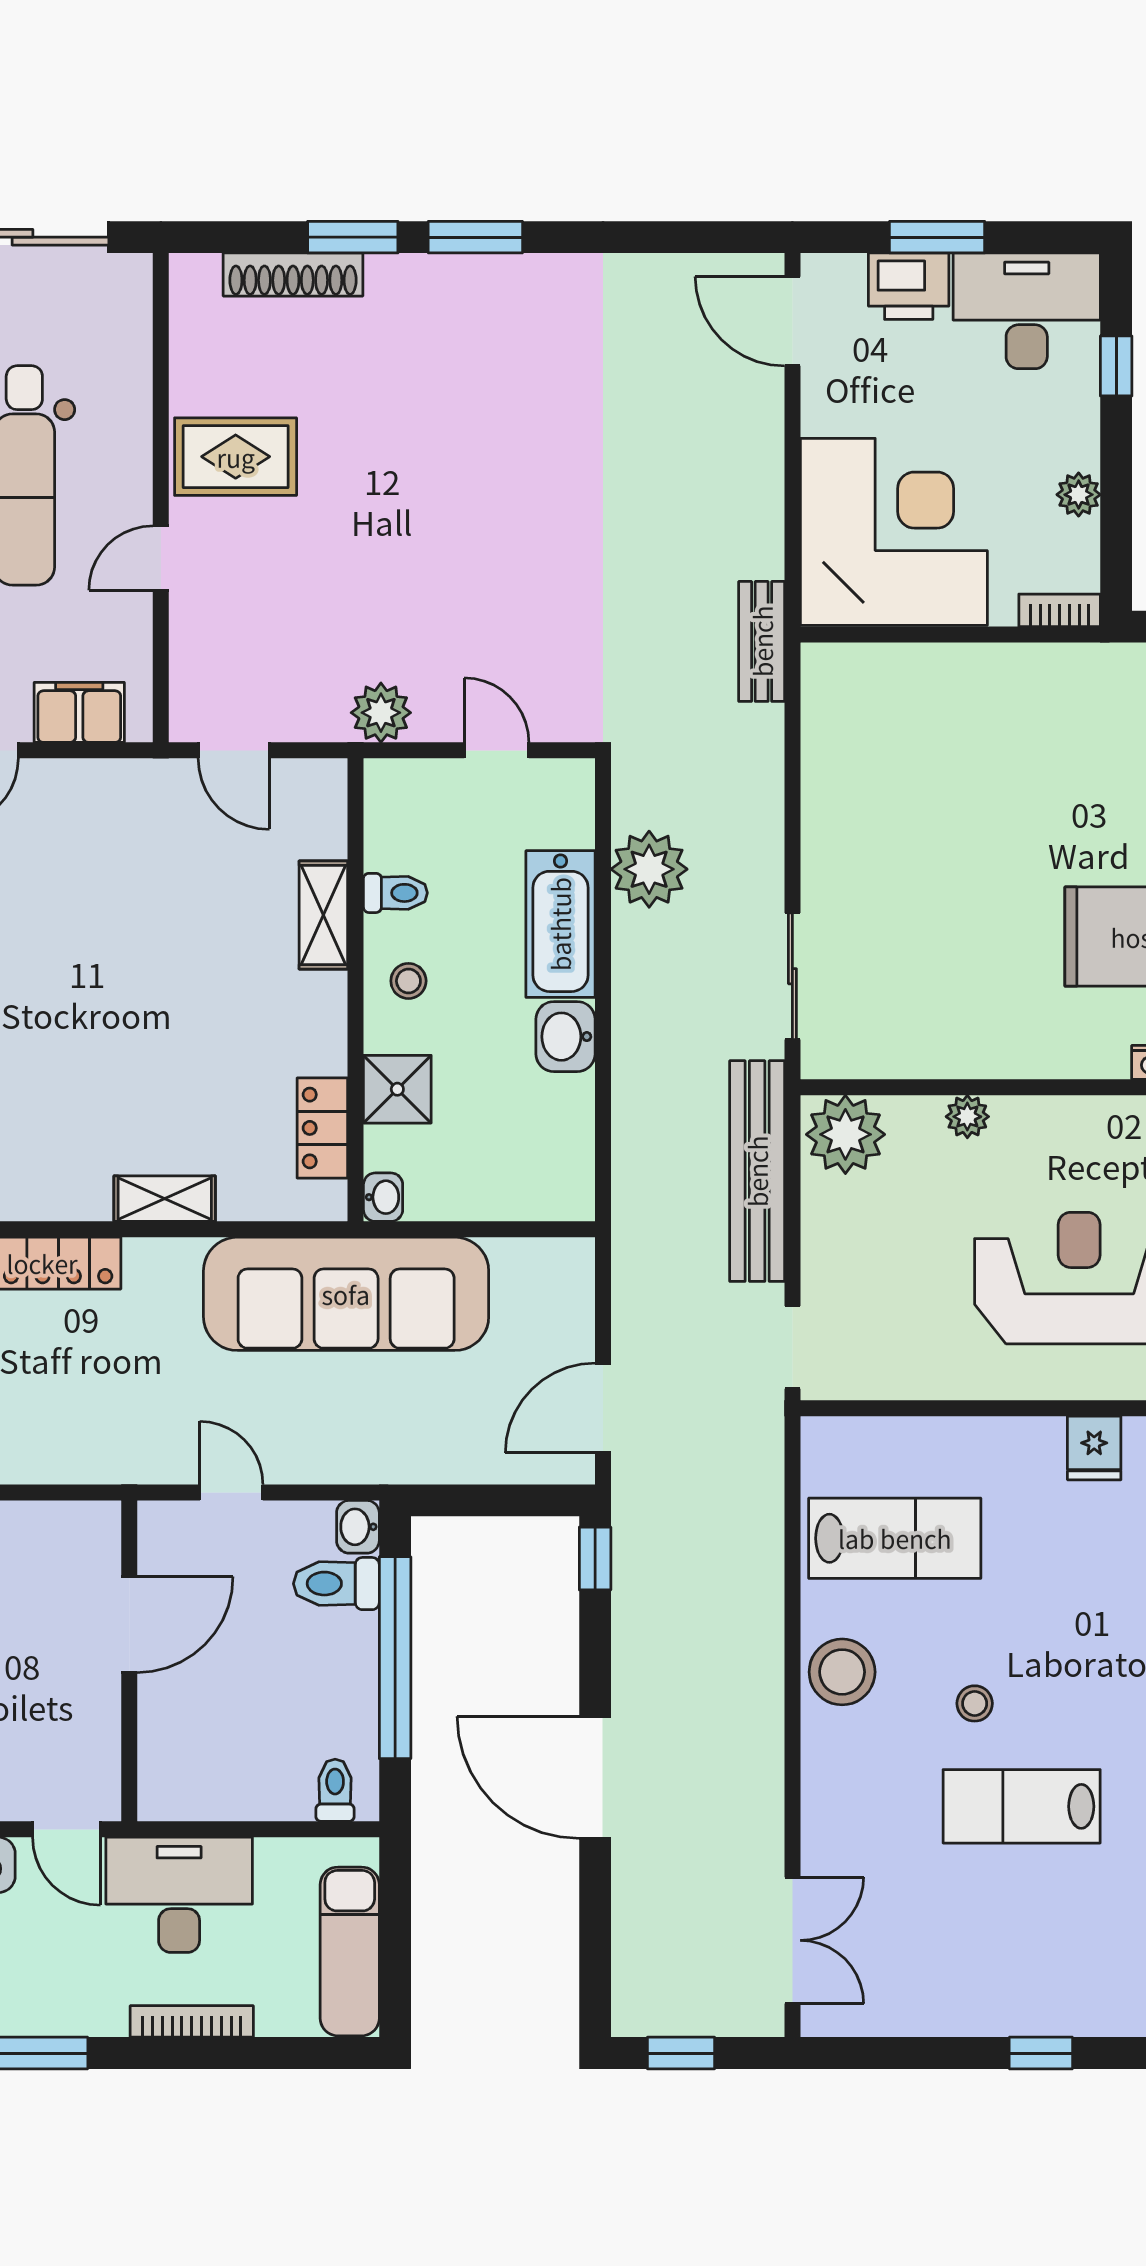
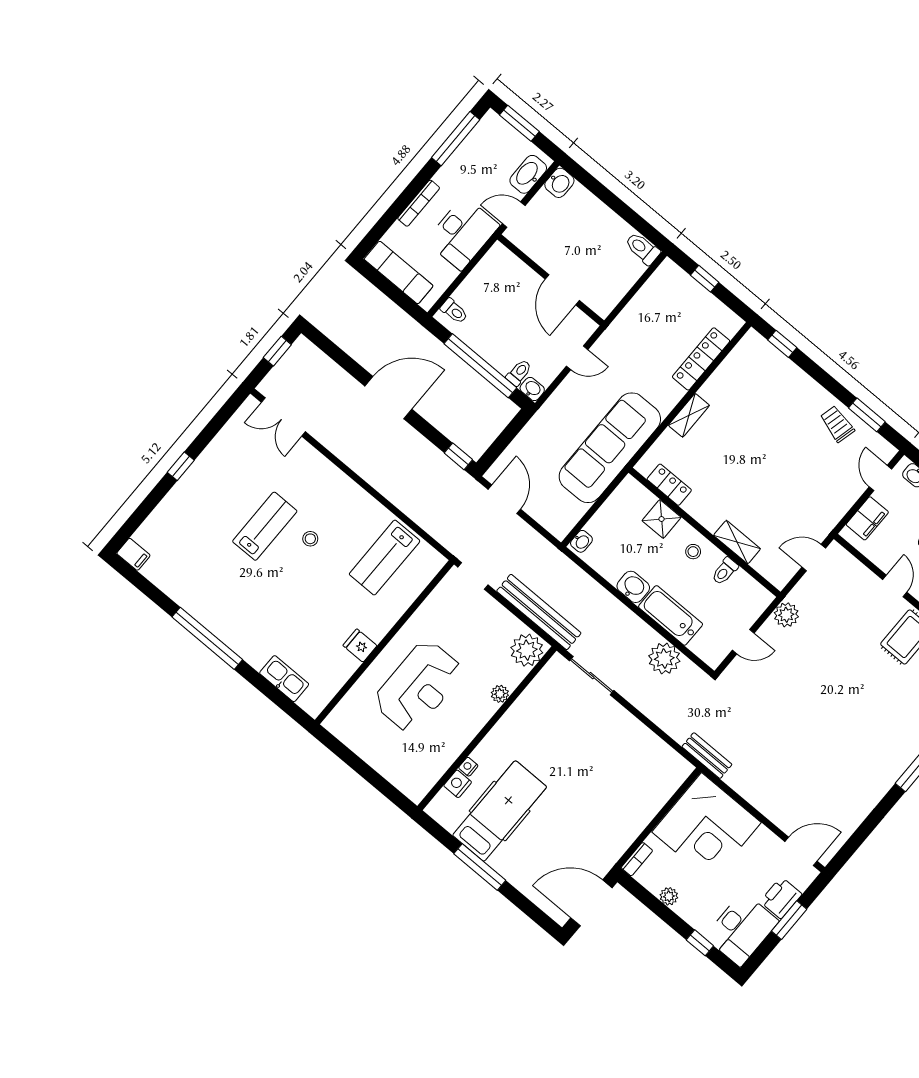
washbasin: (383, 1197) -> (581, 541), moved, turned -90
toilet: (336, 1584) -> (519, 373), width x0.73, depth x0.72
stool: (842, 1672) -> (356, 505), removed

